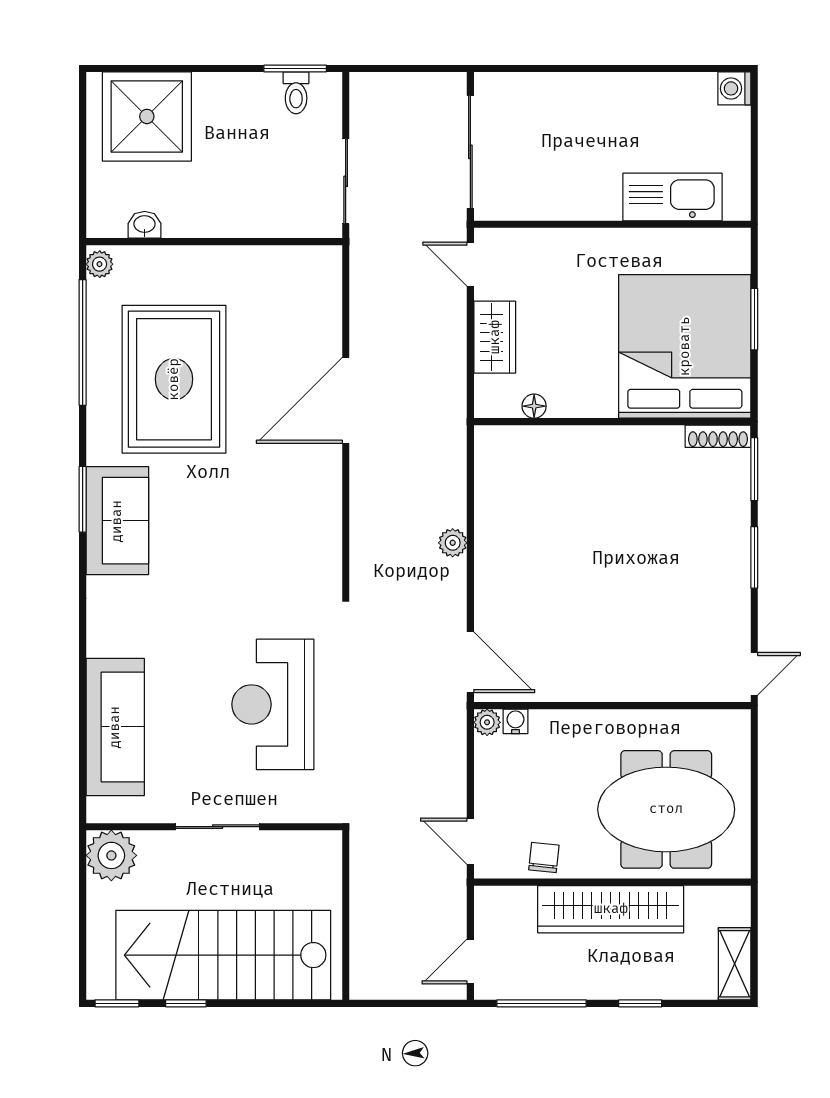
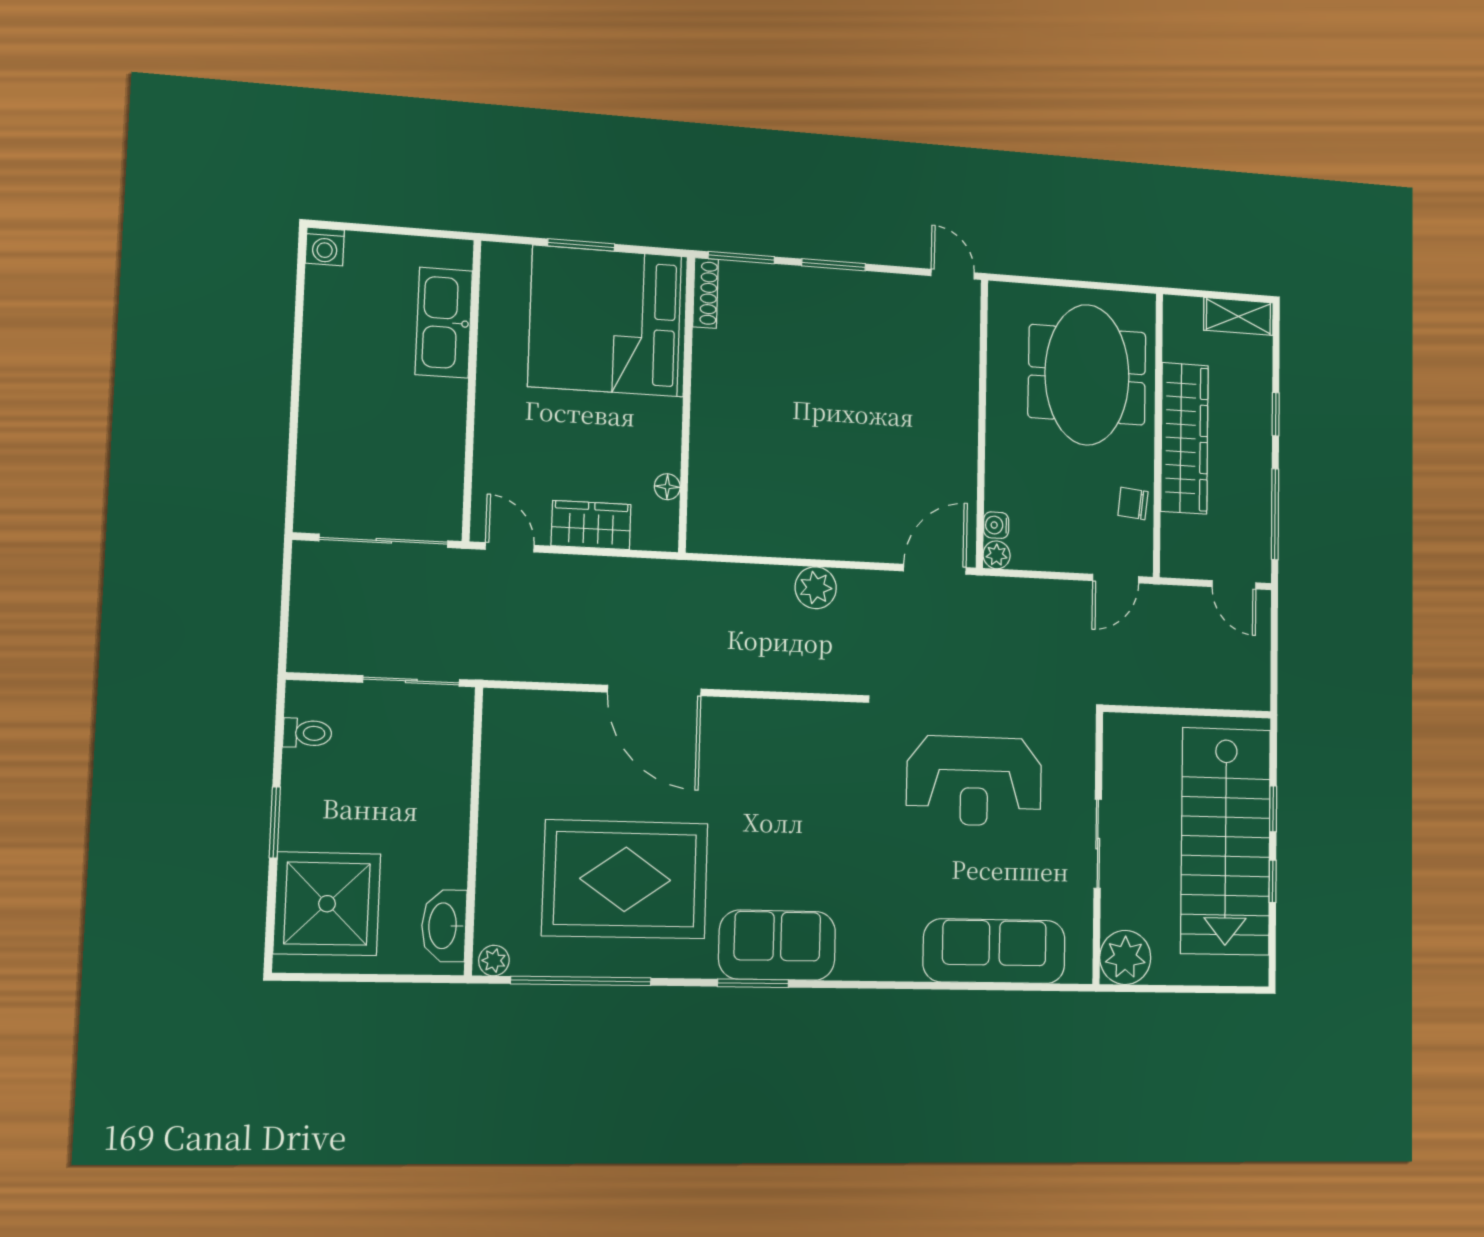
window: (295, 68) -> (275, 822), moved
washbasin: (145, 225) -> (444, 926), width x1.91, depth x1.45
door: (470, 264) -> (510, 547), swing flipped
plant: (453, 543) -> (816, 588), width x1.38, depth x1.38
window: (117, 1003) -> (1273, 809), moved

